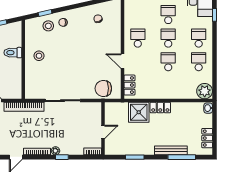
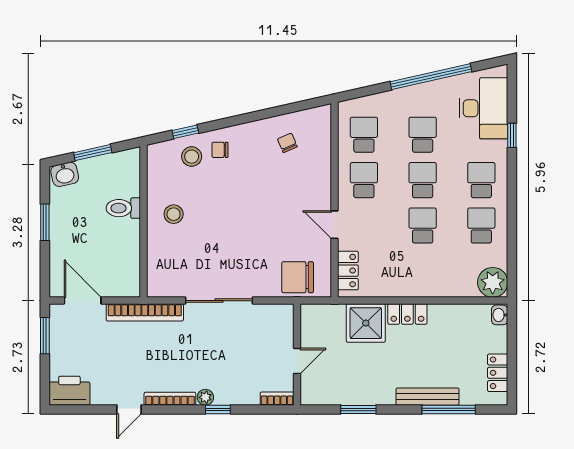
school desk: (138, 15) -> (364, 135), added

